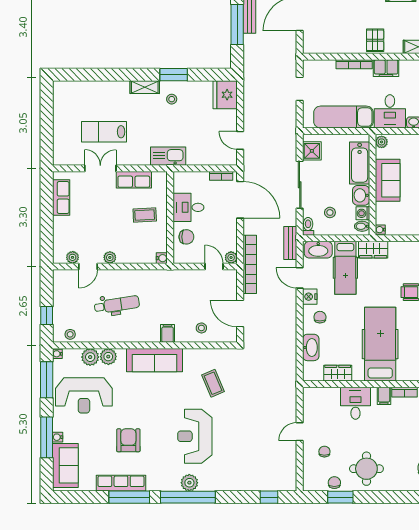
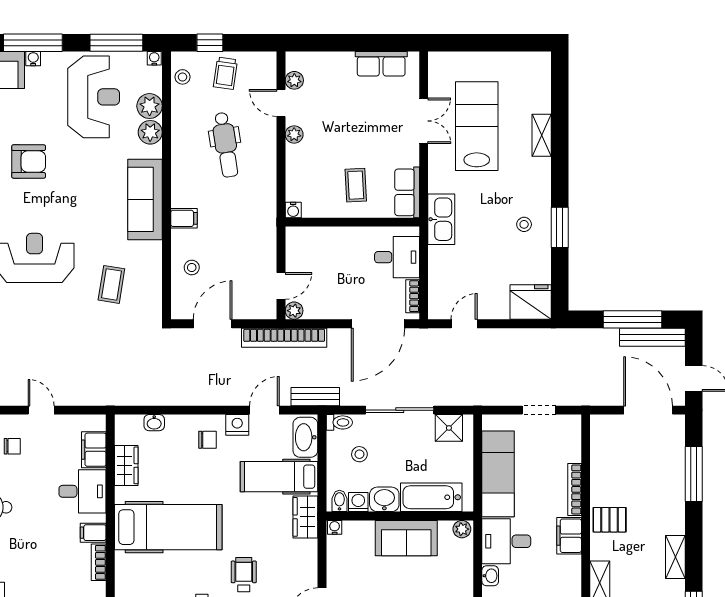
shelving: (145, 87) -> (542, 135), moved
lab bench: (104, 132) -> (477, 126), width x1.36, depth x1.39
row of seats: (134, 180) -> (407, 192), moved
desk: (188, 207) -> (397, 257), moved, turned 90
chair: (186, 237) -> (324, 246), removed
trolley: (68, 305) -> (225, 73), added
washbasin: (311, 347) -> (154, 423), width x0.52, depth x0.69
coffee table: (213, 383) -> (111, 284), turned -58
reception desk: (84, 395) -> (94, 97), turned 180
filing cabinet: (327, 395) -> (94, 450), added

